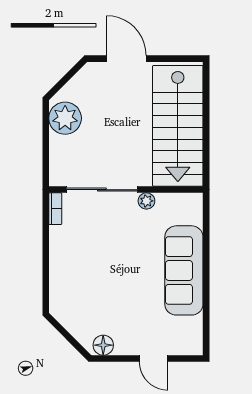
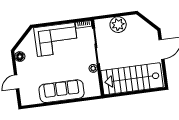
plant: (65, 118) -> (118, 25), moved
corner sofa: (79, 268) -> (56, 39), added

